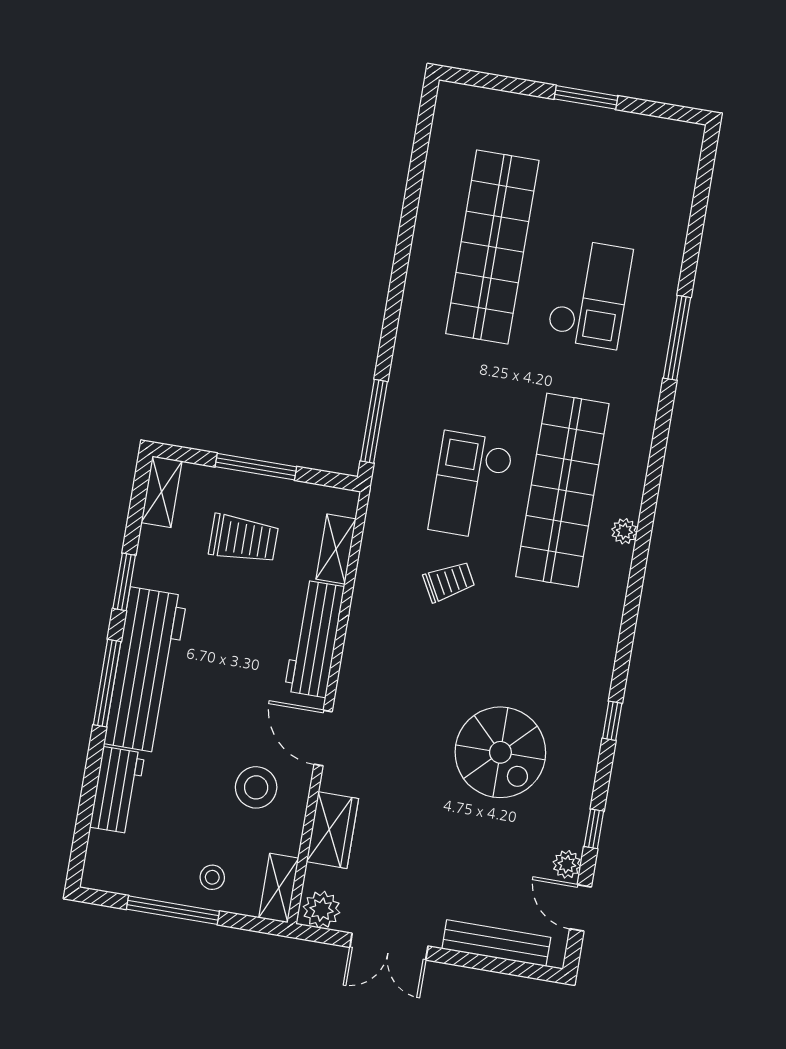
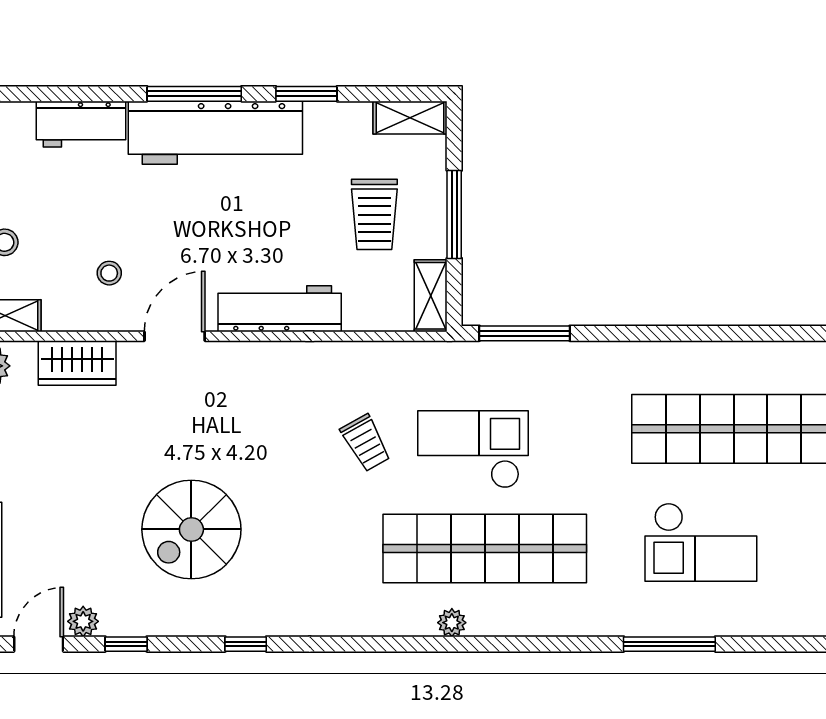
shelving: (336, 549) -> (431, 296), moved, turned 90
stool: (256, 787) -> (109, 273), width x0.53, depth x0.53

